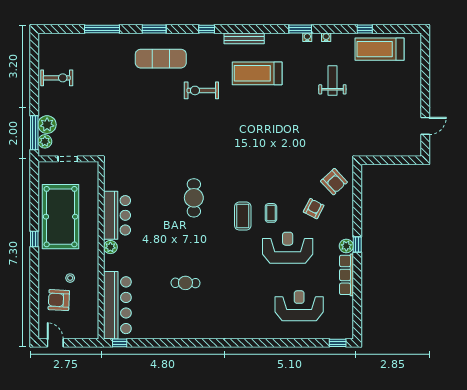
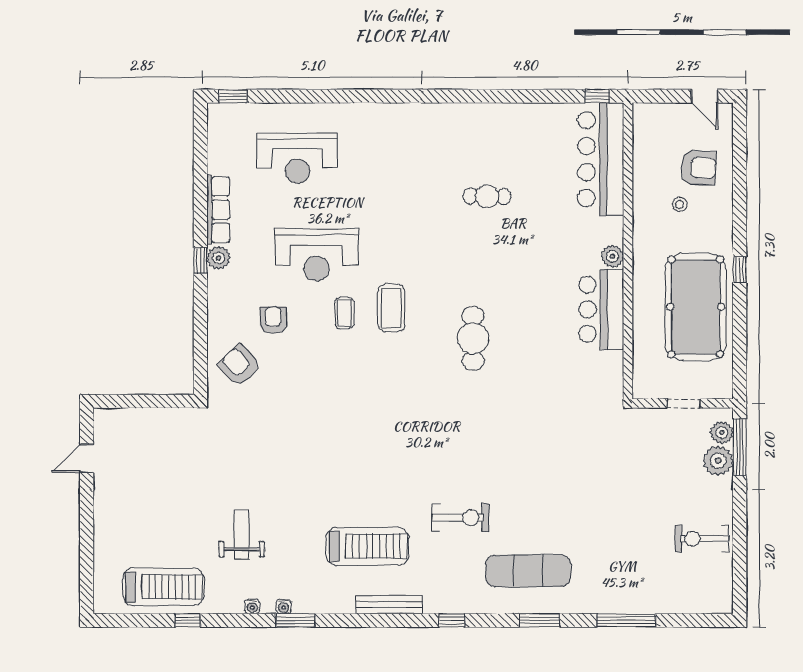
weight bench: (332, 80) -> (242, 534), turned 180
armchair: (314, 209) -> (273, 320), turned 153

